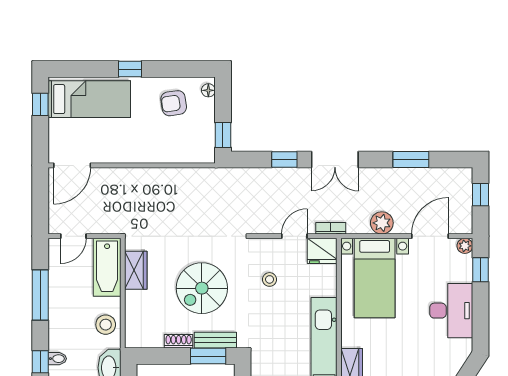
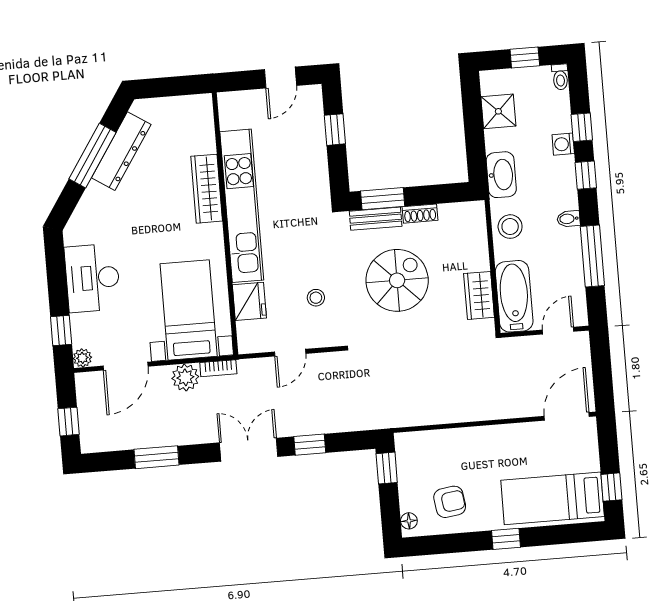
bookcase: (331, 228) -> (218, 368), moved
fridge: (322, 251) -> (249, 301), moved, turned 90
bidet: (57, 359) -> (569, 219), moved

